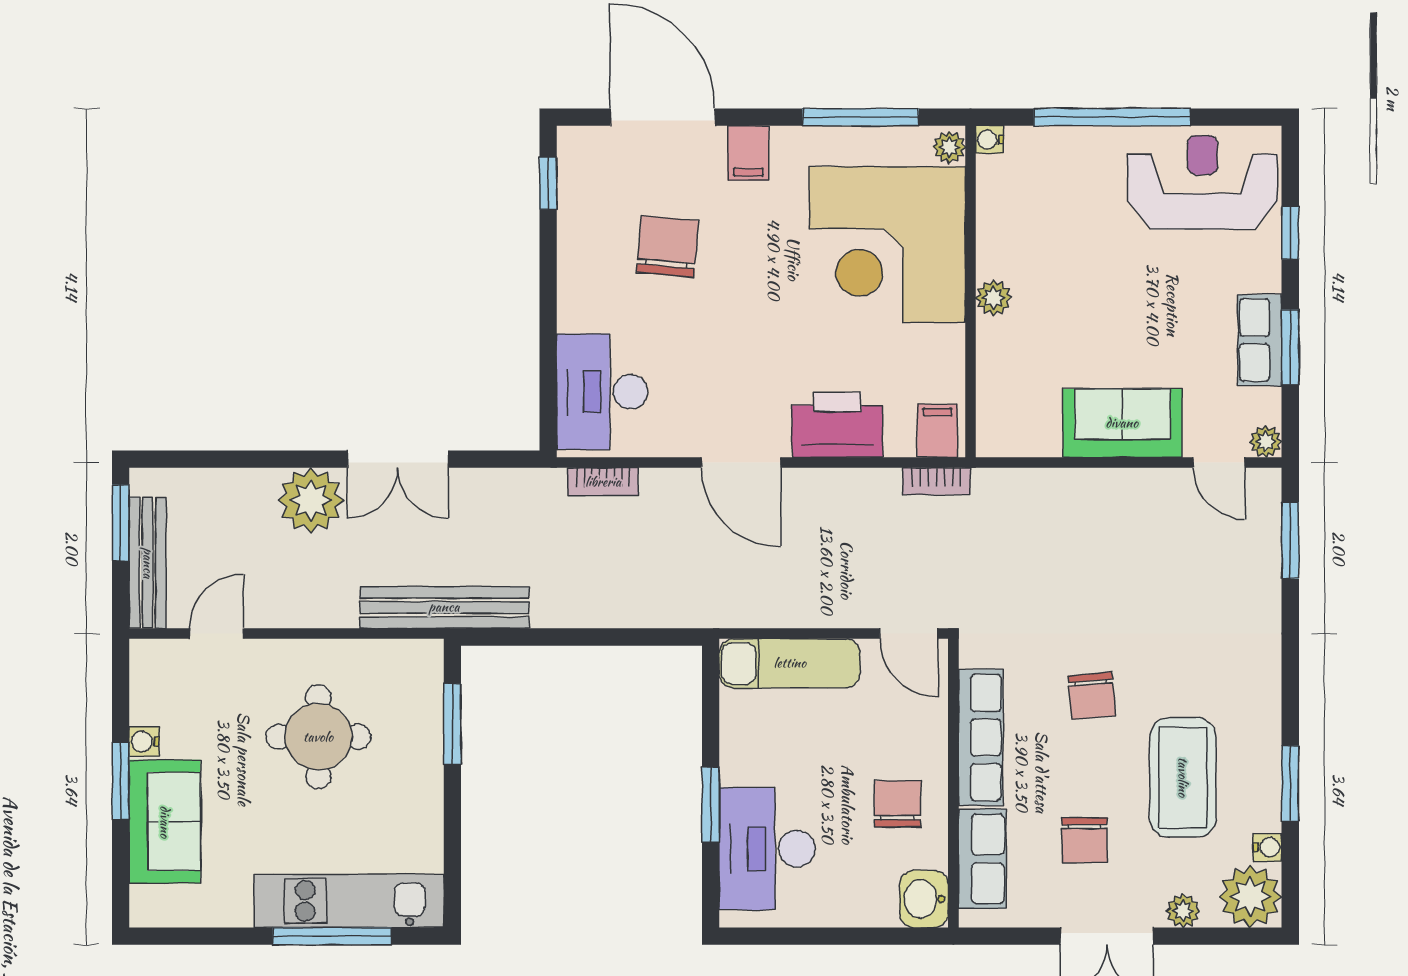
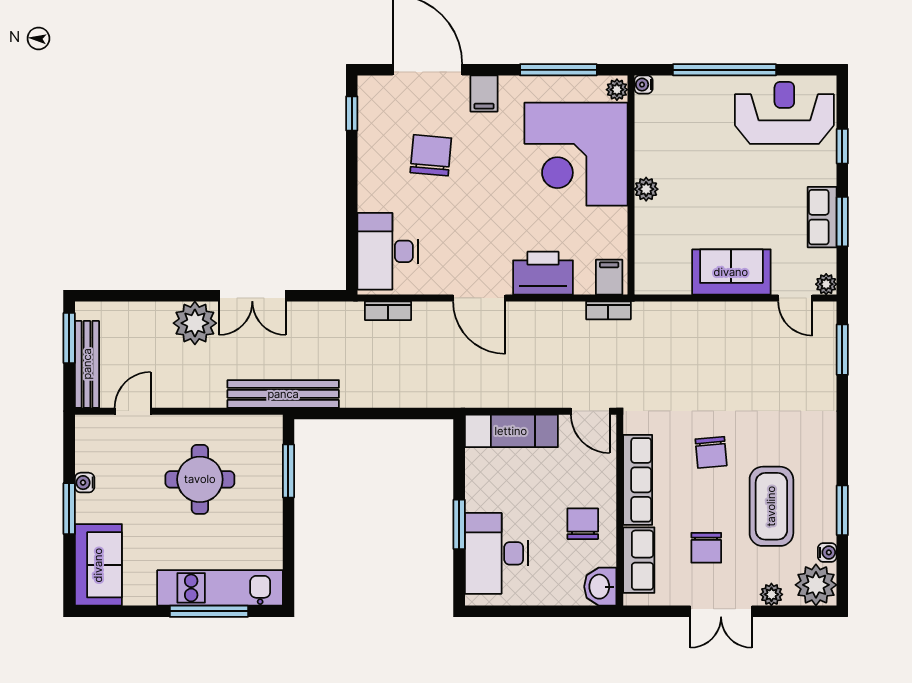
sofa: (165, 822) -> (98, 565), moved

